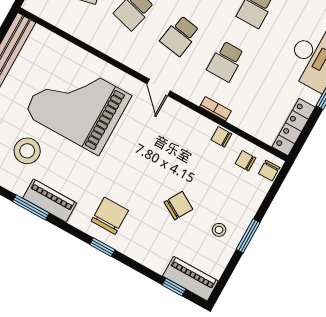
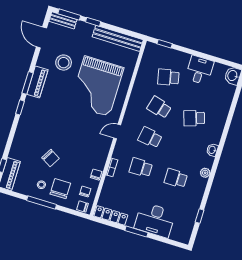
grand piano: (78, 105) -> (97, 86), turned 180
window: (31, 207) -> (28, 83), moved
chair: (110, 216) -> (60, 189), moved, turned -90
window: (248, 236) -> (42, 203), width x1.44
window: (102, 247) -> (20, 107), moved

